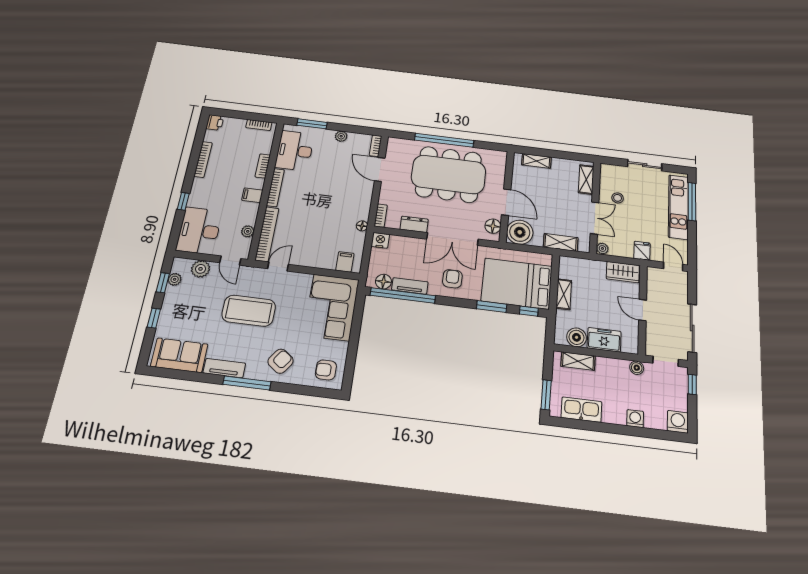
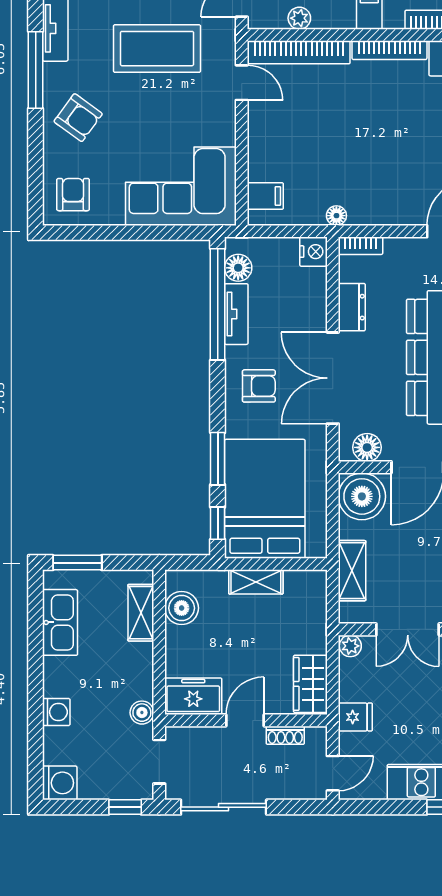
shoe rack: (651, 289) -> (285, 735), added
coffee table: (249, 311) -> (157, 49), turned 90
freezer: (604, 340) -> (193, 696), moved, turned -90

